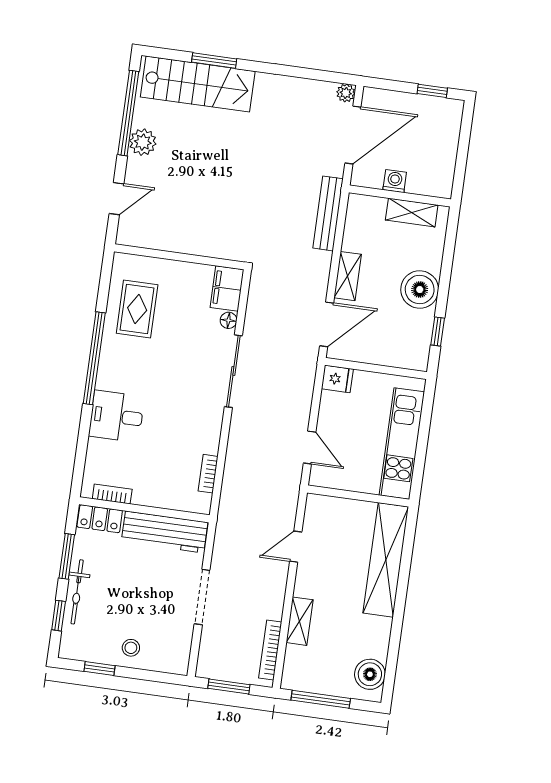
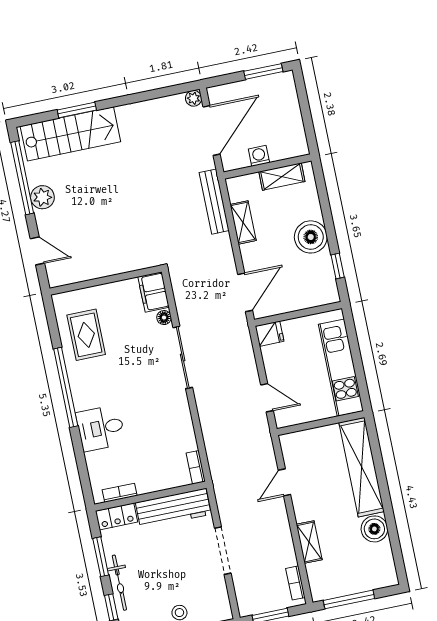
window: (432, 91) -> (263, 71), width x1.50
door: (116, 199) -> (37, 251), hinge flipped
shelving: (348, 276) -> (243, 222), moved
bookcase: (208, 474) -> (196, 467), moved
bookcase: (270, 650) -> (295, 583), width x0.64
boiler: (370, 674) -> (374, 529), moved

